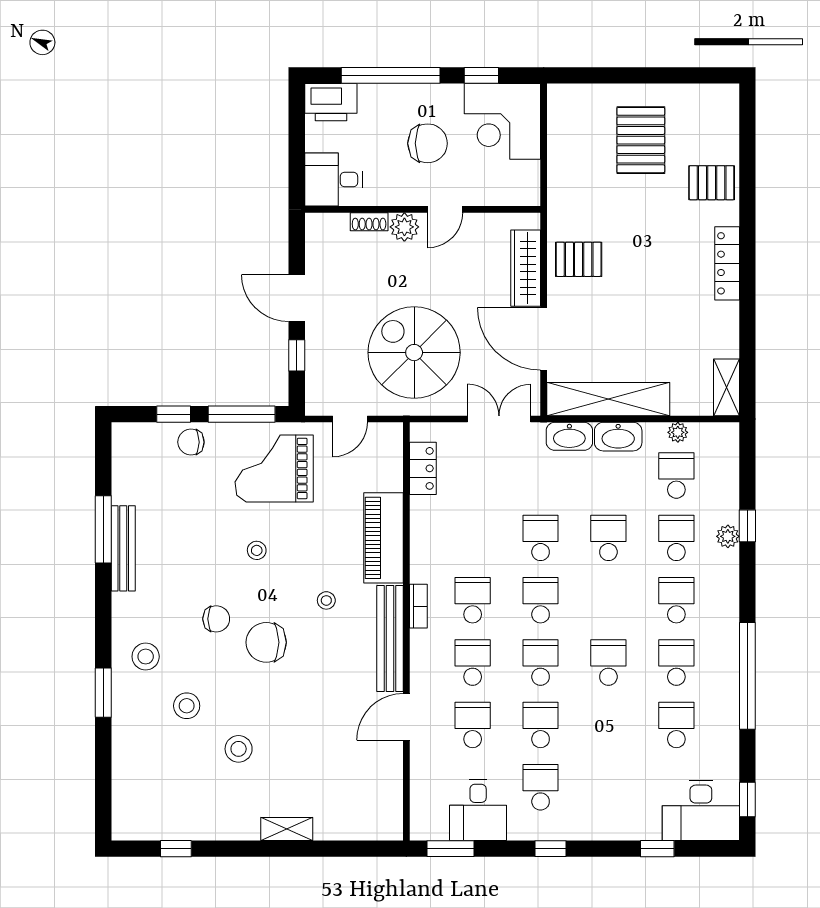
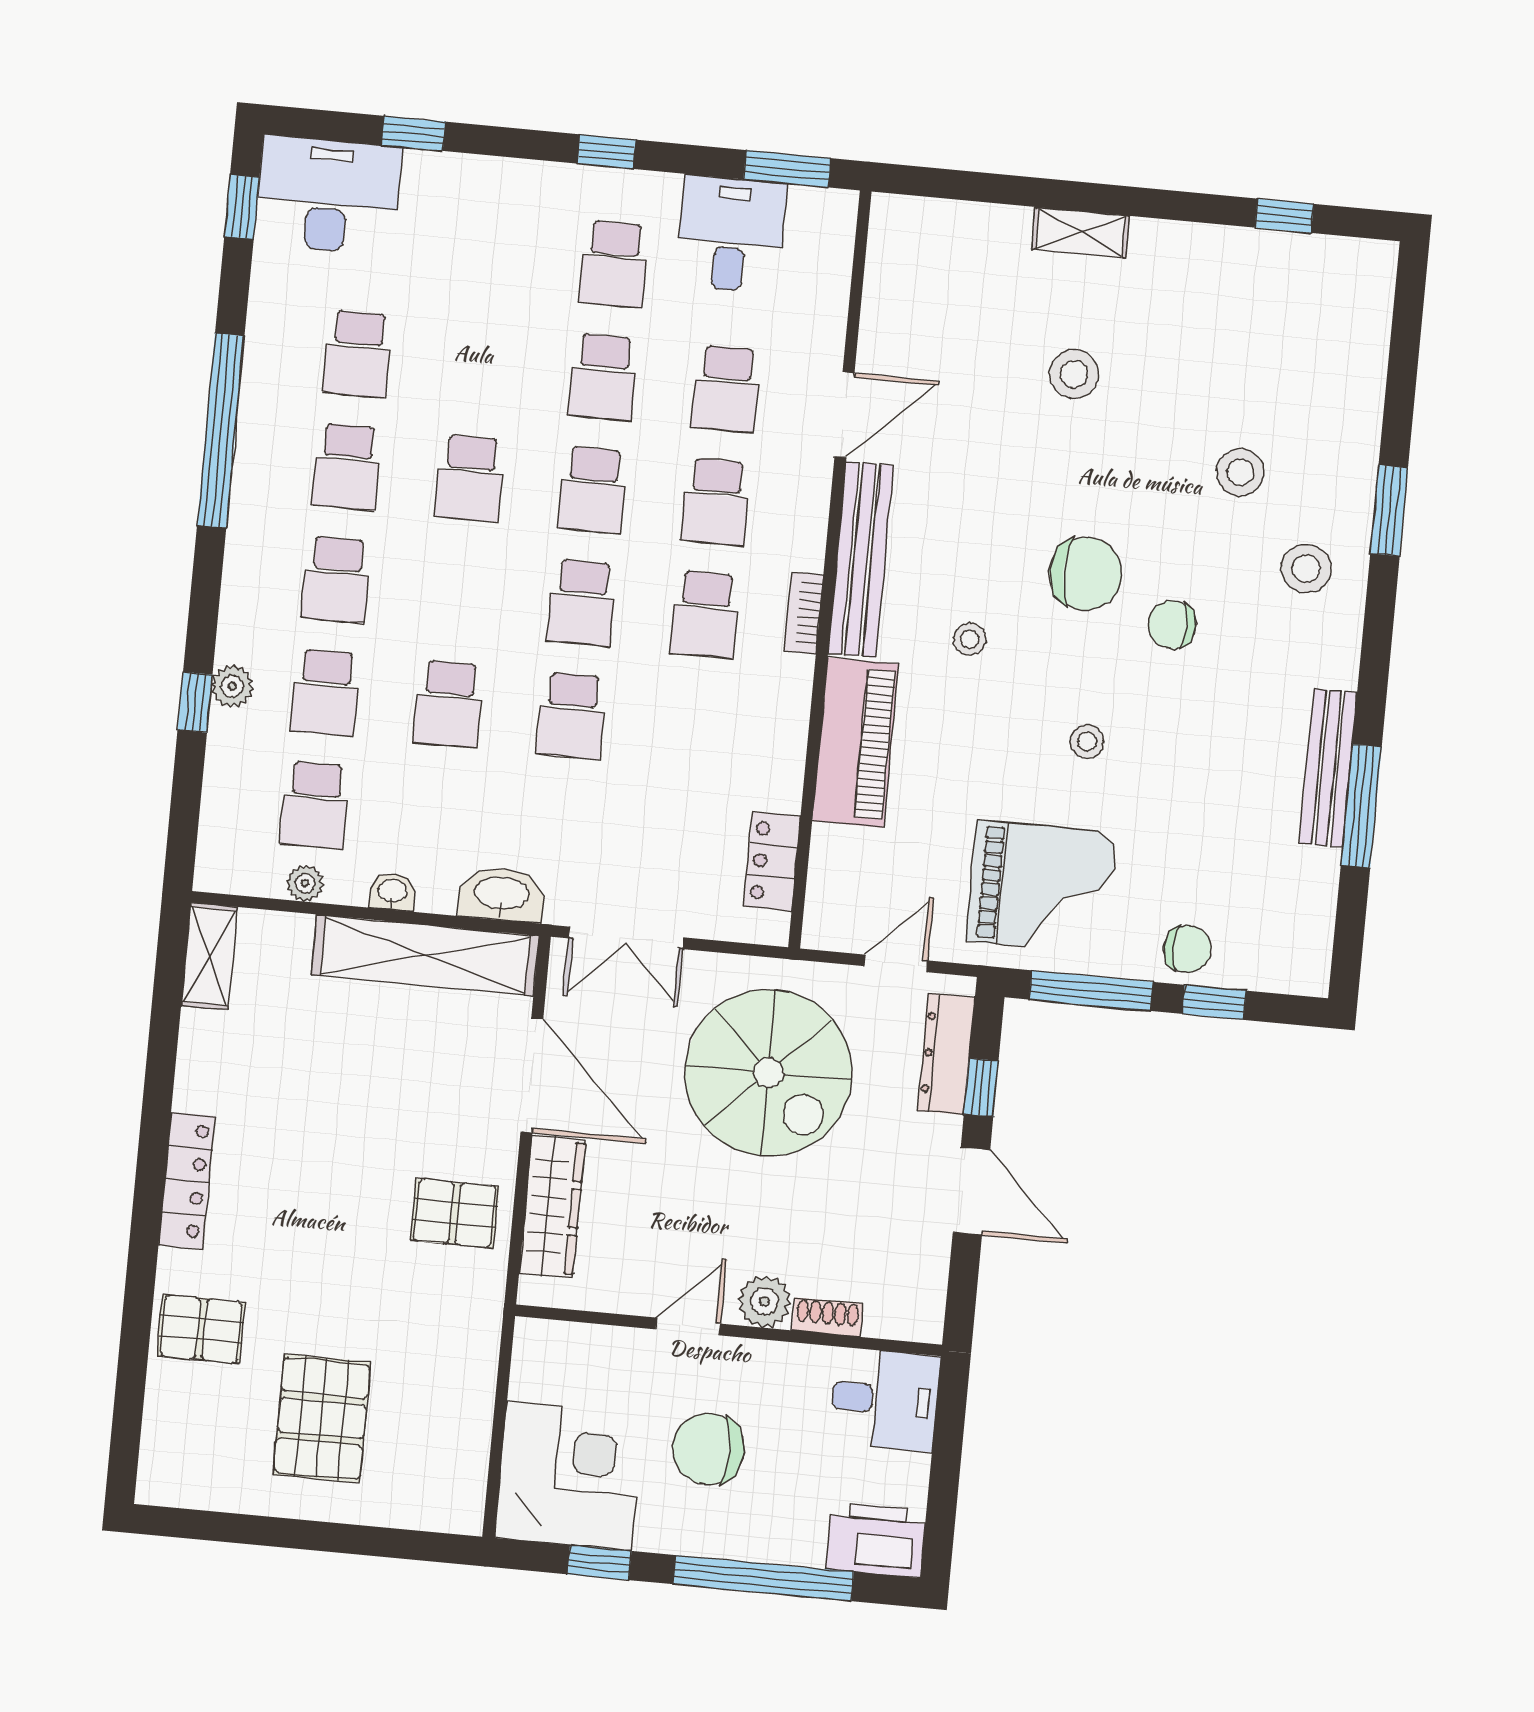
dresser: (318, 372) -> (946, 1054), added
washbasin: (618, 437) -> (392, 892), width x0.52, depth x0.69
stool: (239, 749) -> (1074, 374), moved

